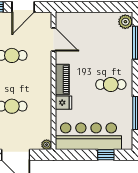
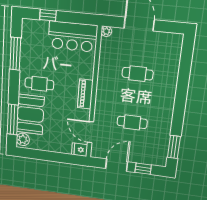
booth: (119, 51) -> (30, 114), added
fridge: (64, 103) -> (80, 150), moved
bar counter: (88, 136) -> (73, 37), width x0.73

